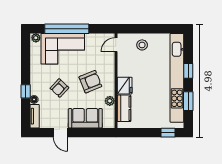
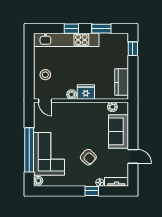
plant: (122, 71) -> (72, 95), added
kitchen unit: (177, 78) -> (66, 40), width x0.73
armchair: (90, 82) -> (82, 126), removed
plant: (110, 101) -> (112, 107), moved
kitchen counter: (124, 108) -> (122, 82), moved, turned -90
door: (60, 133) -> (133, 156), hinge flipped

